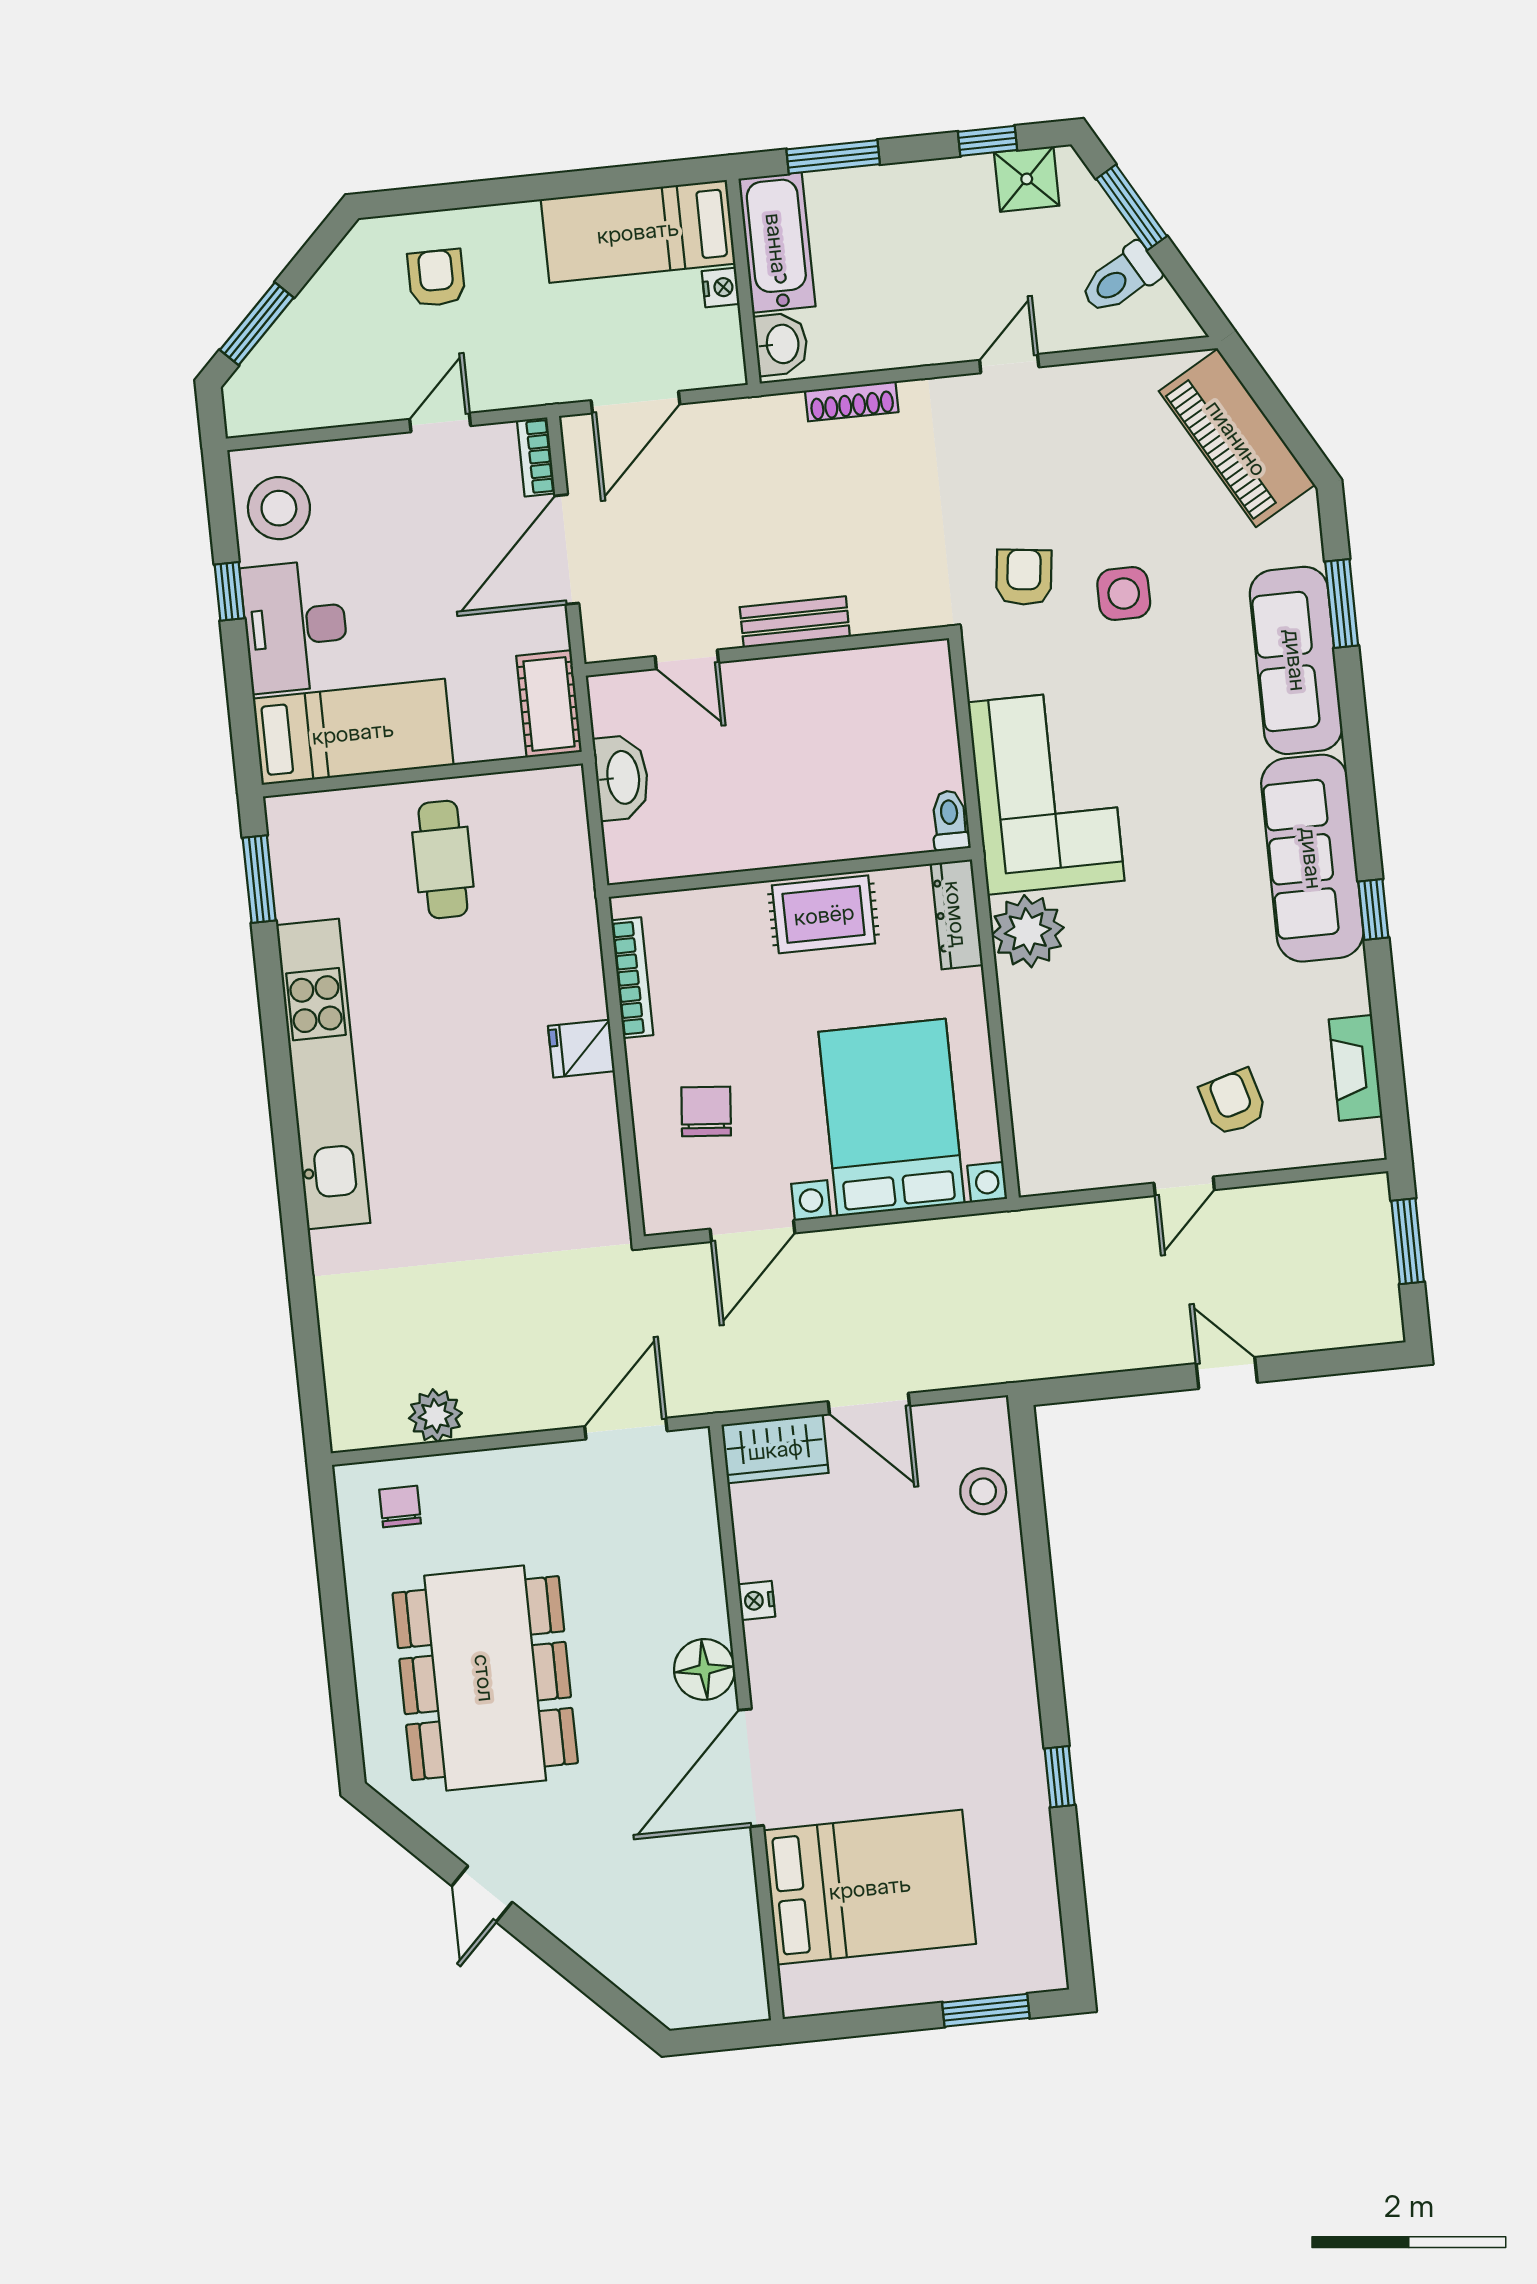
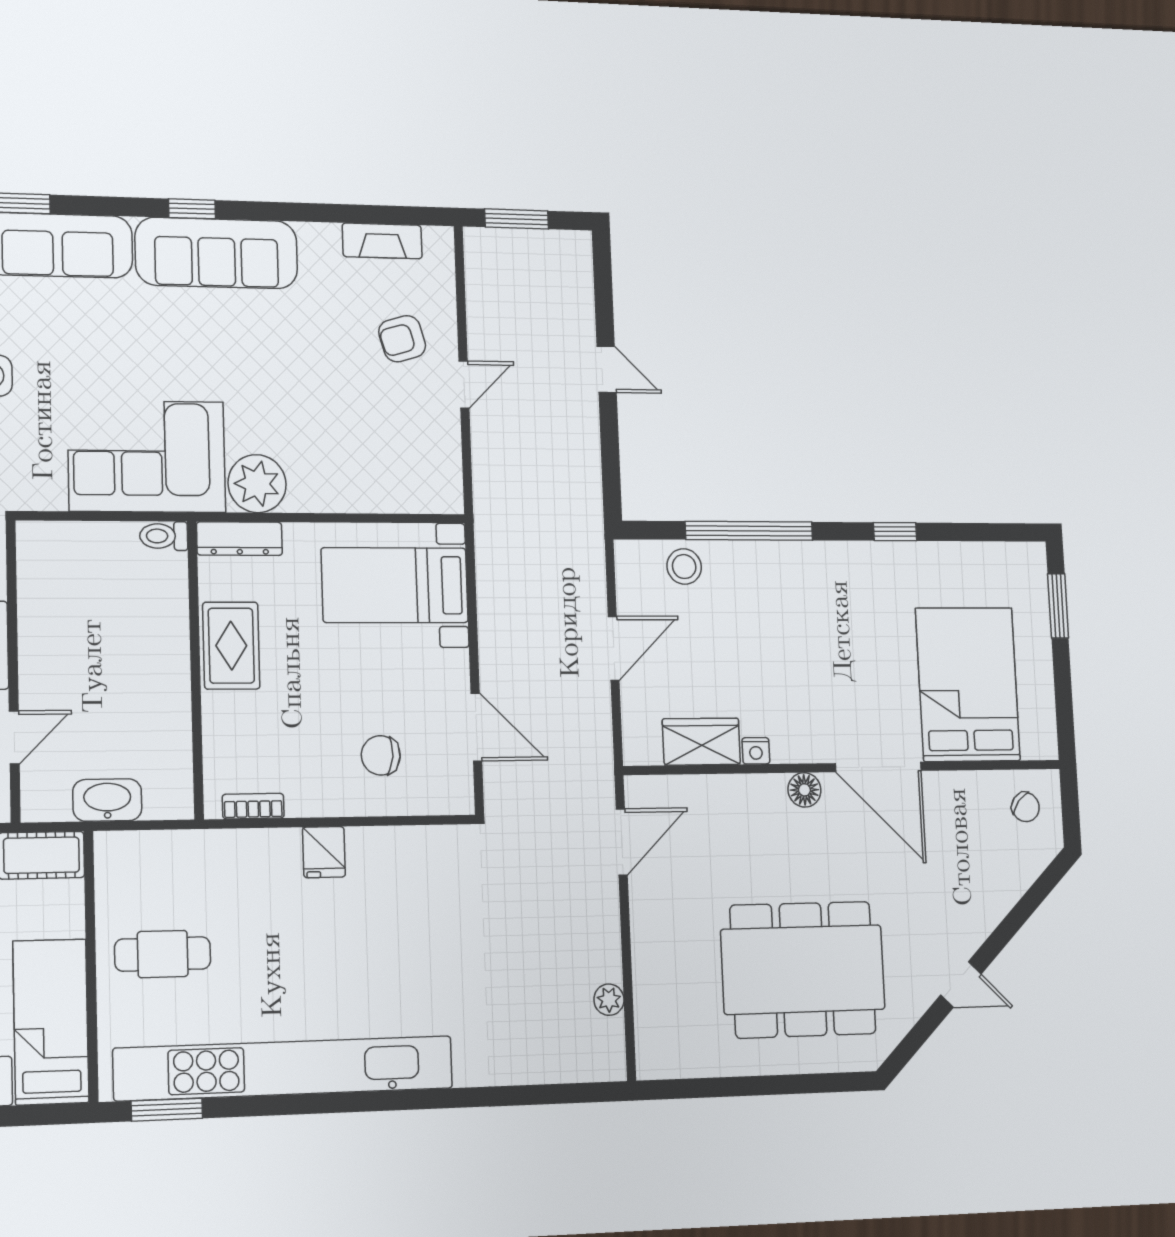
window: (1373, 910) -> (192, 209), moved
bookcase: (632, 978) -> (253, 806), width x0.64
kitchen unit: (323, 1074) -> (285, 1068), width x1.36
bed with nightstands: (891, 1118) -> (395, 585), width x0.73
door: (1184, 1186) -> (464, 384), hinge flipped
door: (1227, 1373) -> (607, 369), swing flipped
plant: (435, 1416) -> (609, 1000), width x0.73, depth x0.73
door: (626, 1429) -> (622, 842), swing flipped
wardrobe: (775, 1449) -> (701, 742), moved, turned -90
chair: (400, 1507) -> (1026, 807), moved, turned -141
window: (1039, 1576) -> (749, 531), added
floor lamp: (704, 1669) -> (804, 790), width x0.73, depth x0.73

